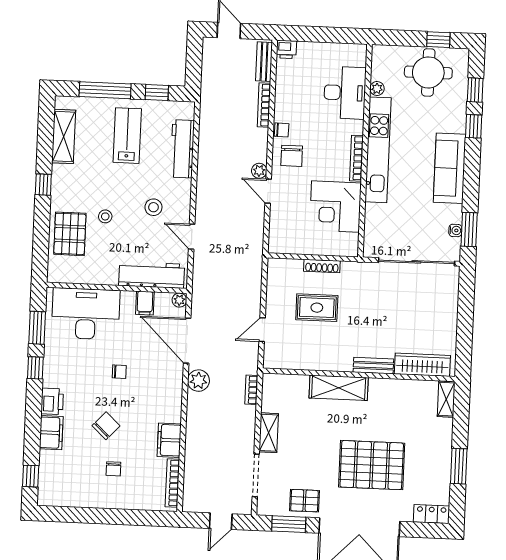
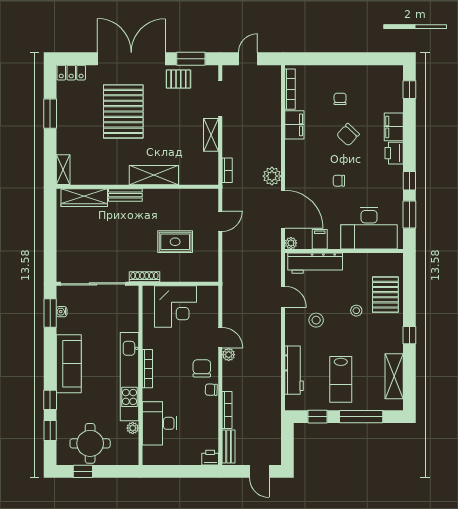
corner desk: (335, 207) -> (176, 307), moved, turned 90
shoe rack: (322, 266) -> (144, 277), moved
pallet: (372, 465) -> (123, 111), turned 90

